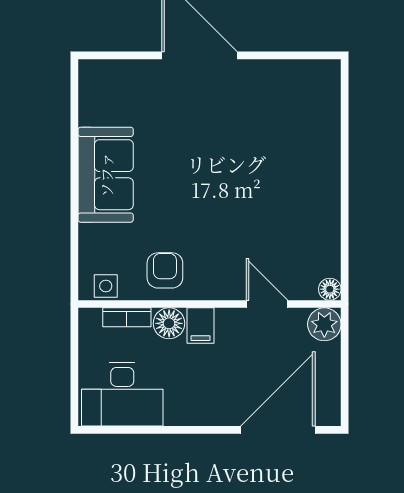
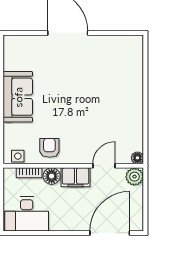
door: (267, 304) -> (104, 166), hinge flipped
filing cabinet: (200, 326) -> (76, 177), width x2.00

